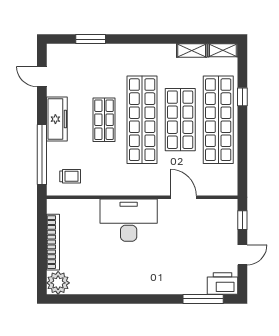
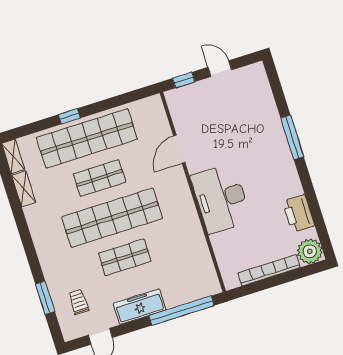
window: (242, 97) -> (69, 116), moved
shop shelf: (180, 120) -> (99, 178), width x0.70, depth x0.74
trolley: (70, 176) -> (79, 302), moved
printer: (223, 283) -> (298, 213), moved
window: (203, 299) -> (292, 137), moved

